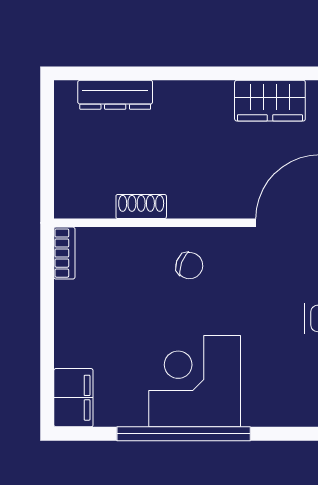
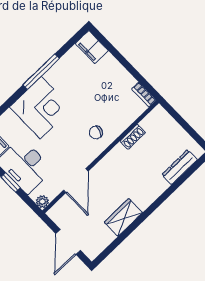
corner desk: (195, 381) -> (41, 108), moved
window: (184, 434) -> (41, 72), width x0.68

